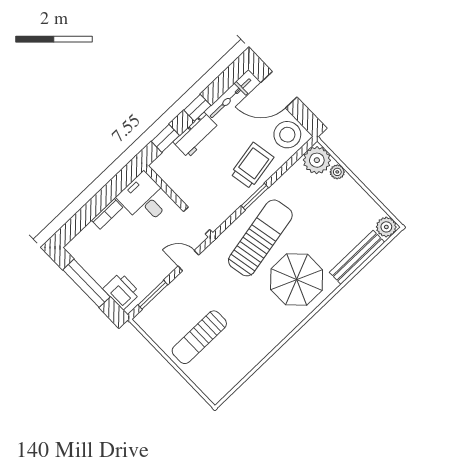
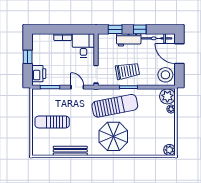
trolley: (252, 166) -> (127, 71), moved
bench: (357, 257) -> (70, 151), moved
window: (86, 283) -> (28, 57), width x0.46

